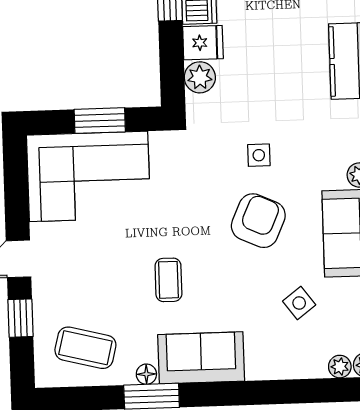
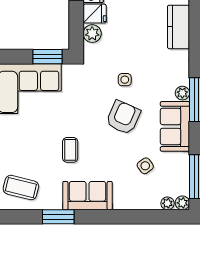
window: (100, 121) -> (47, 57), moved
floor lamp: (146, 374) -> (56, 204), removed

